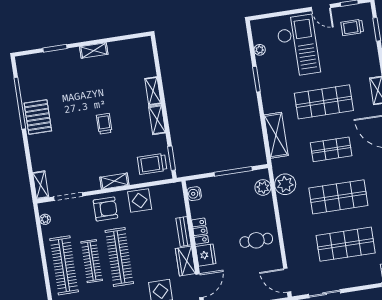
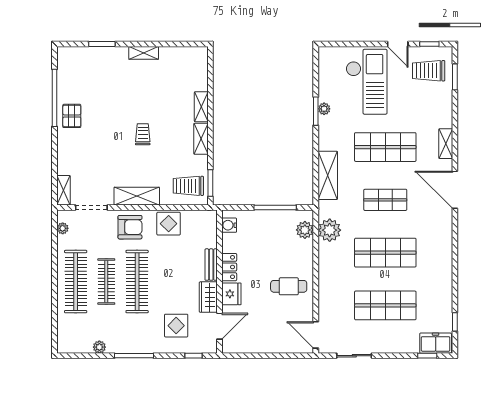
trolley: (352, 27) -> (429, 71), width x1.36, depth x1.39
plant: (260, 50) -> (324, 109), moved
pallet: (38, 117) -> (72, 116), width x0.67, depth x0.71
shelving: (114, 181) -> (137, 196), width x1.50, depth x1.33

